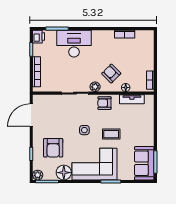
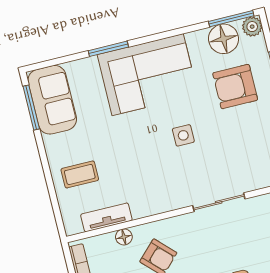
plant: (95, 87) -> (183, 224), removed
armchair: (104, 103) -> (157, 197), removed
coffee table: (111, 134) -> (80, 174), moved
armchair: (53, 148) -> (235, 87), turned -90
floor lamp: (64, 173) -> (224, 39), moved

